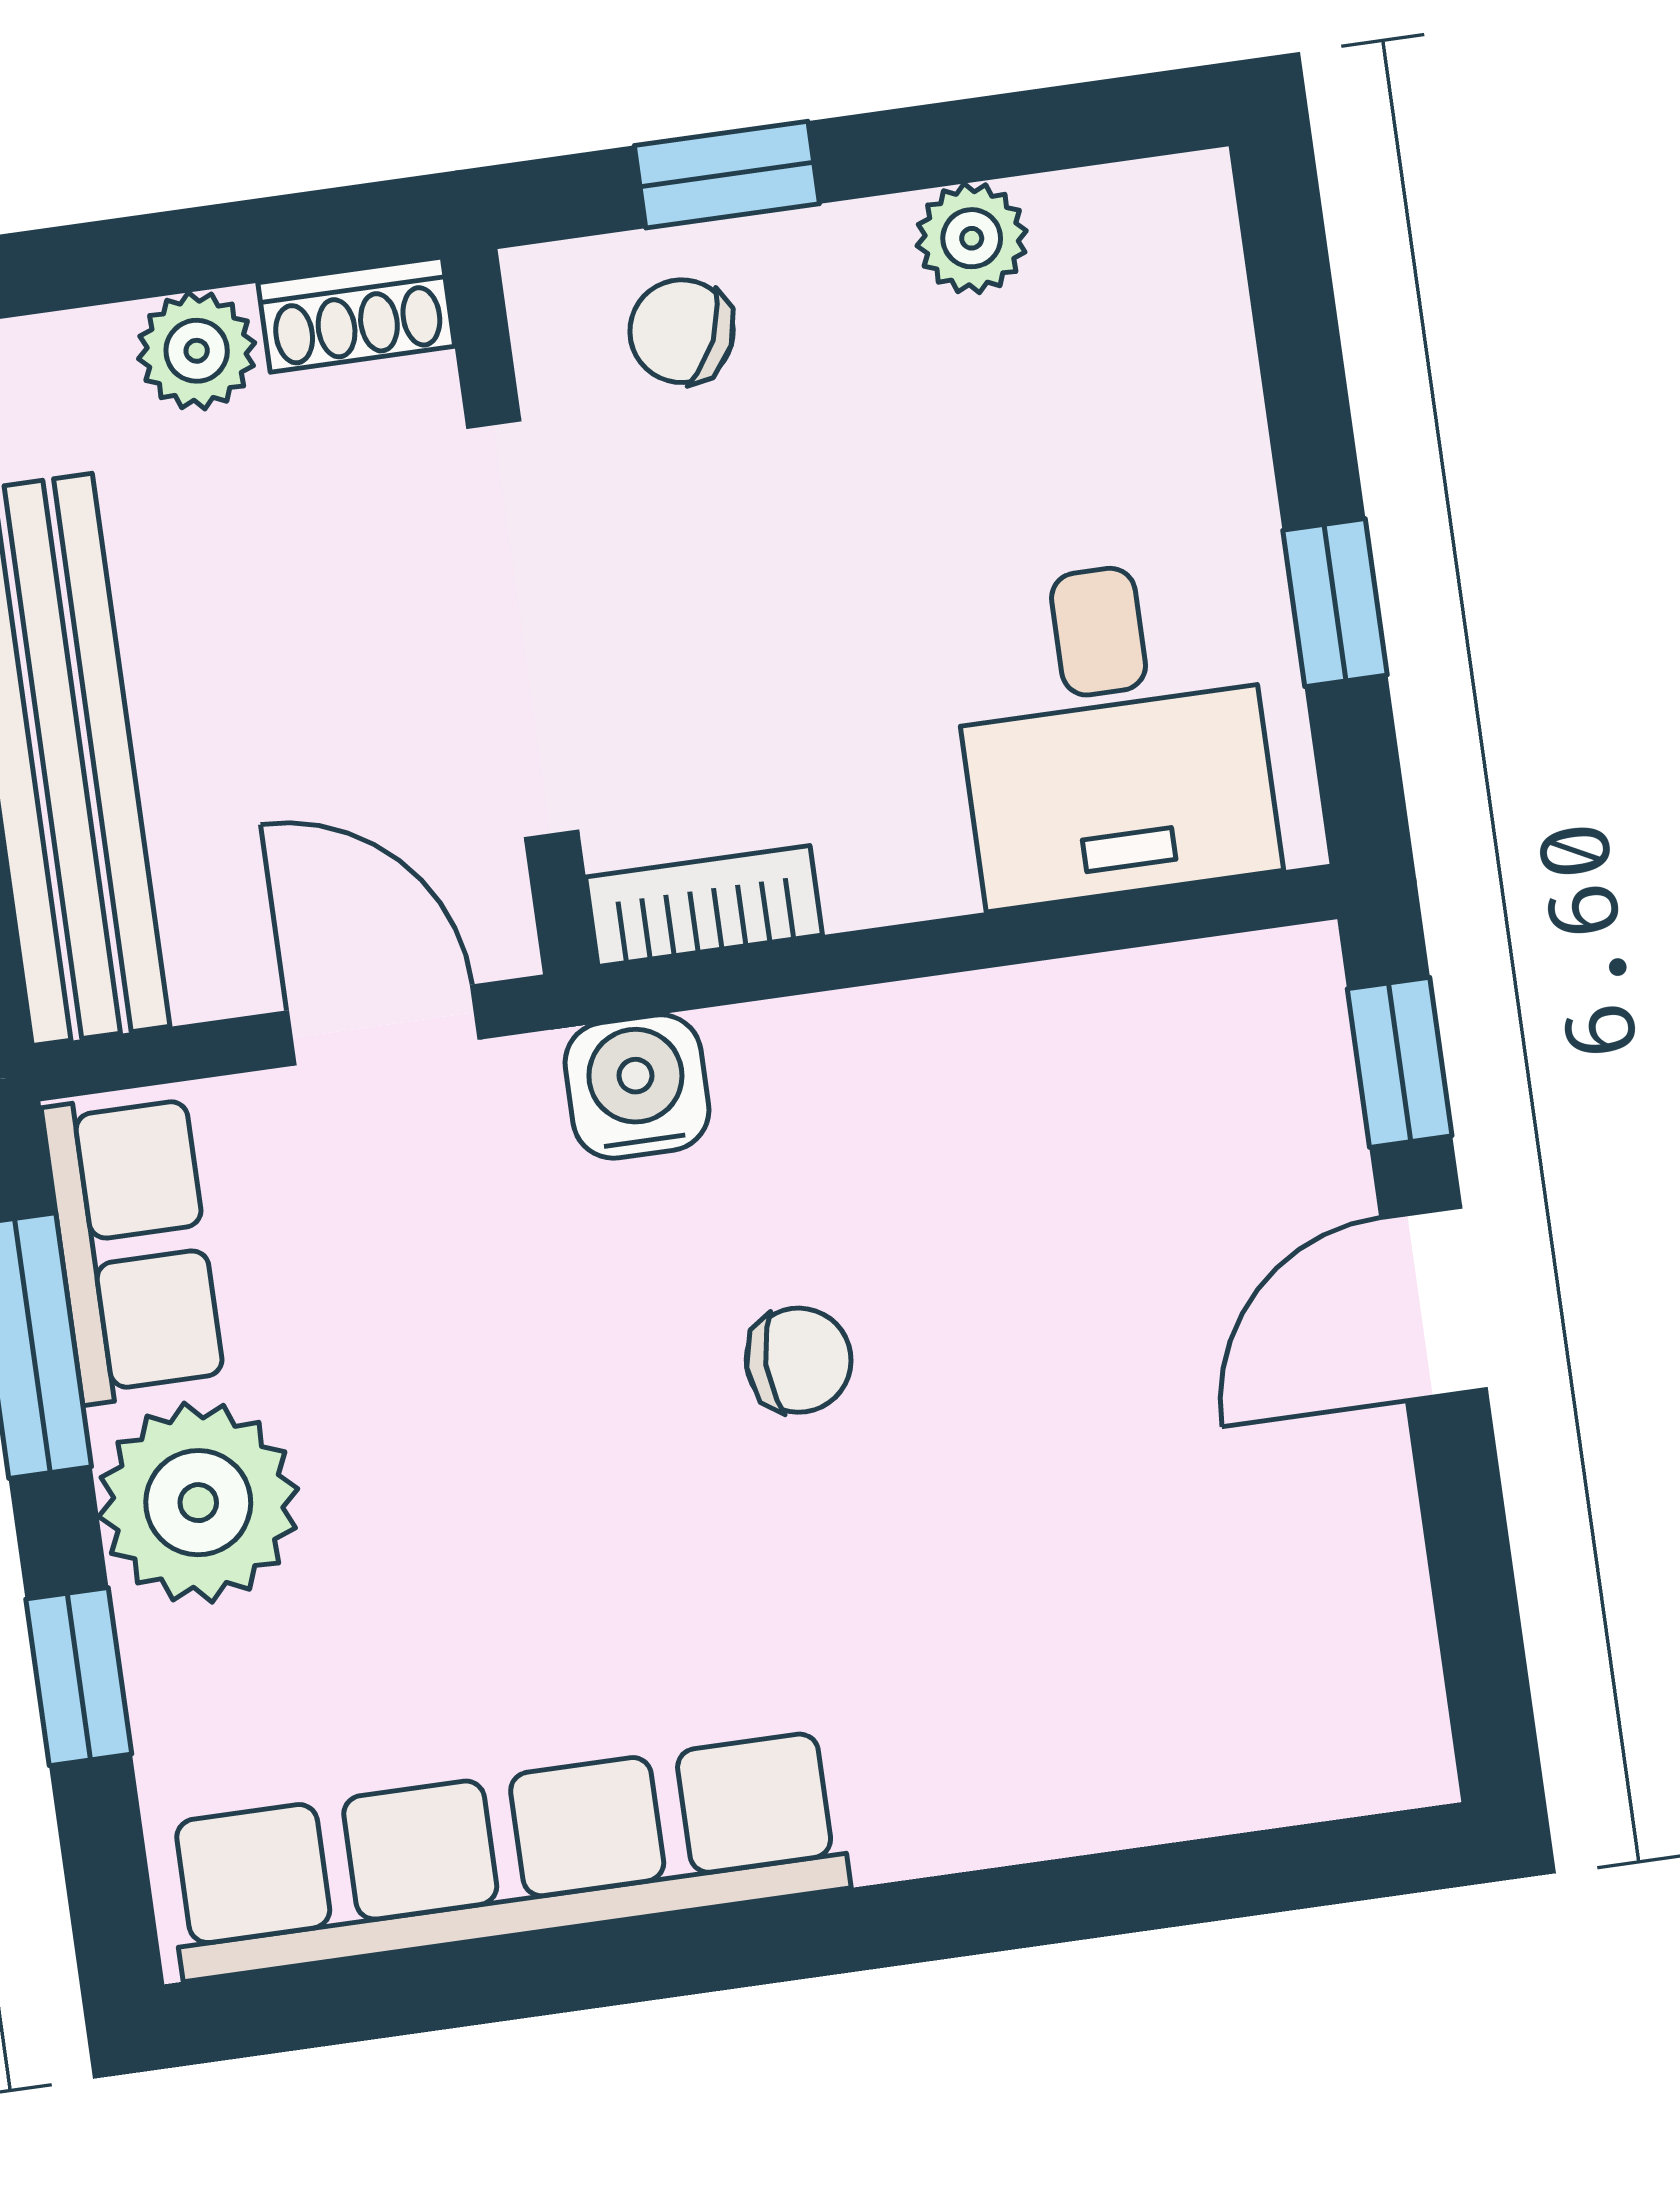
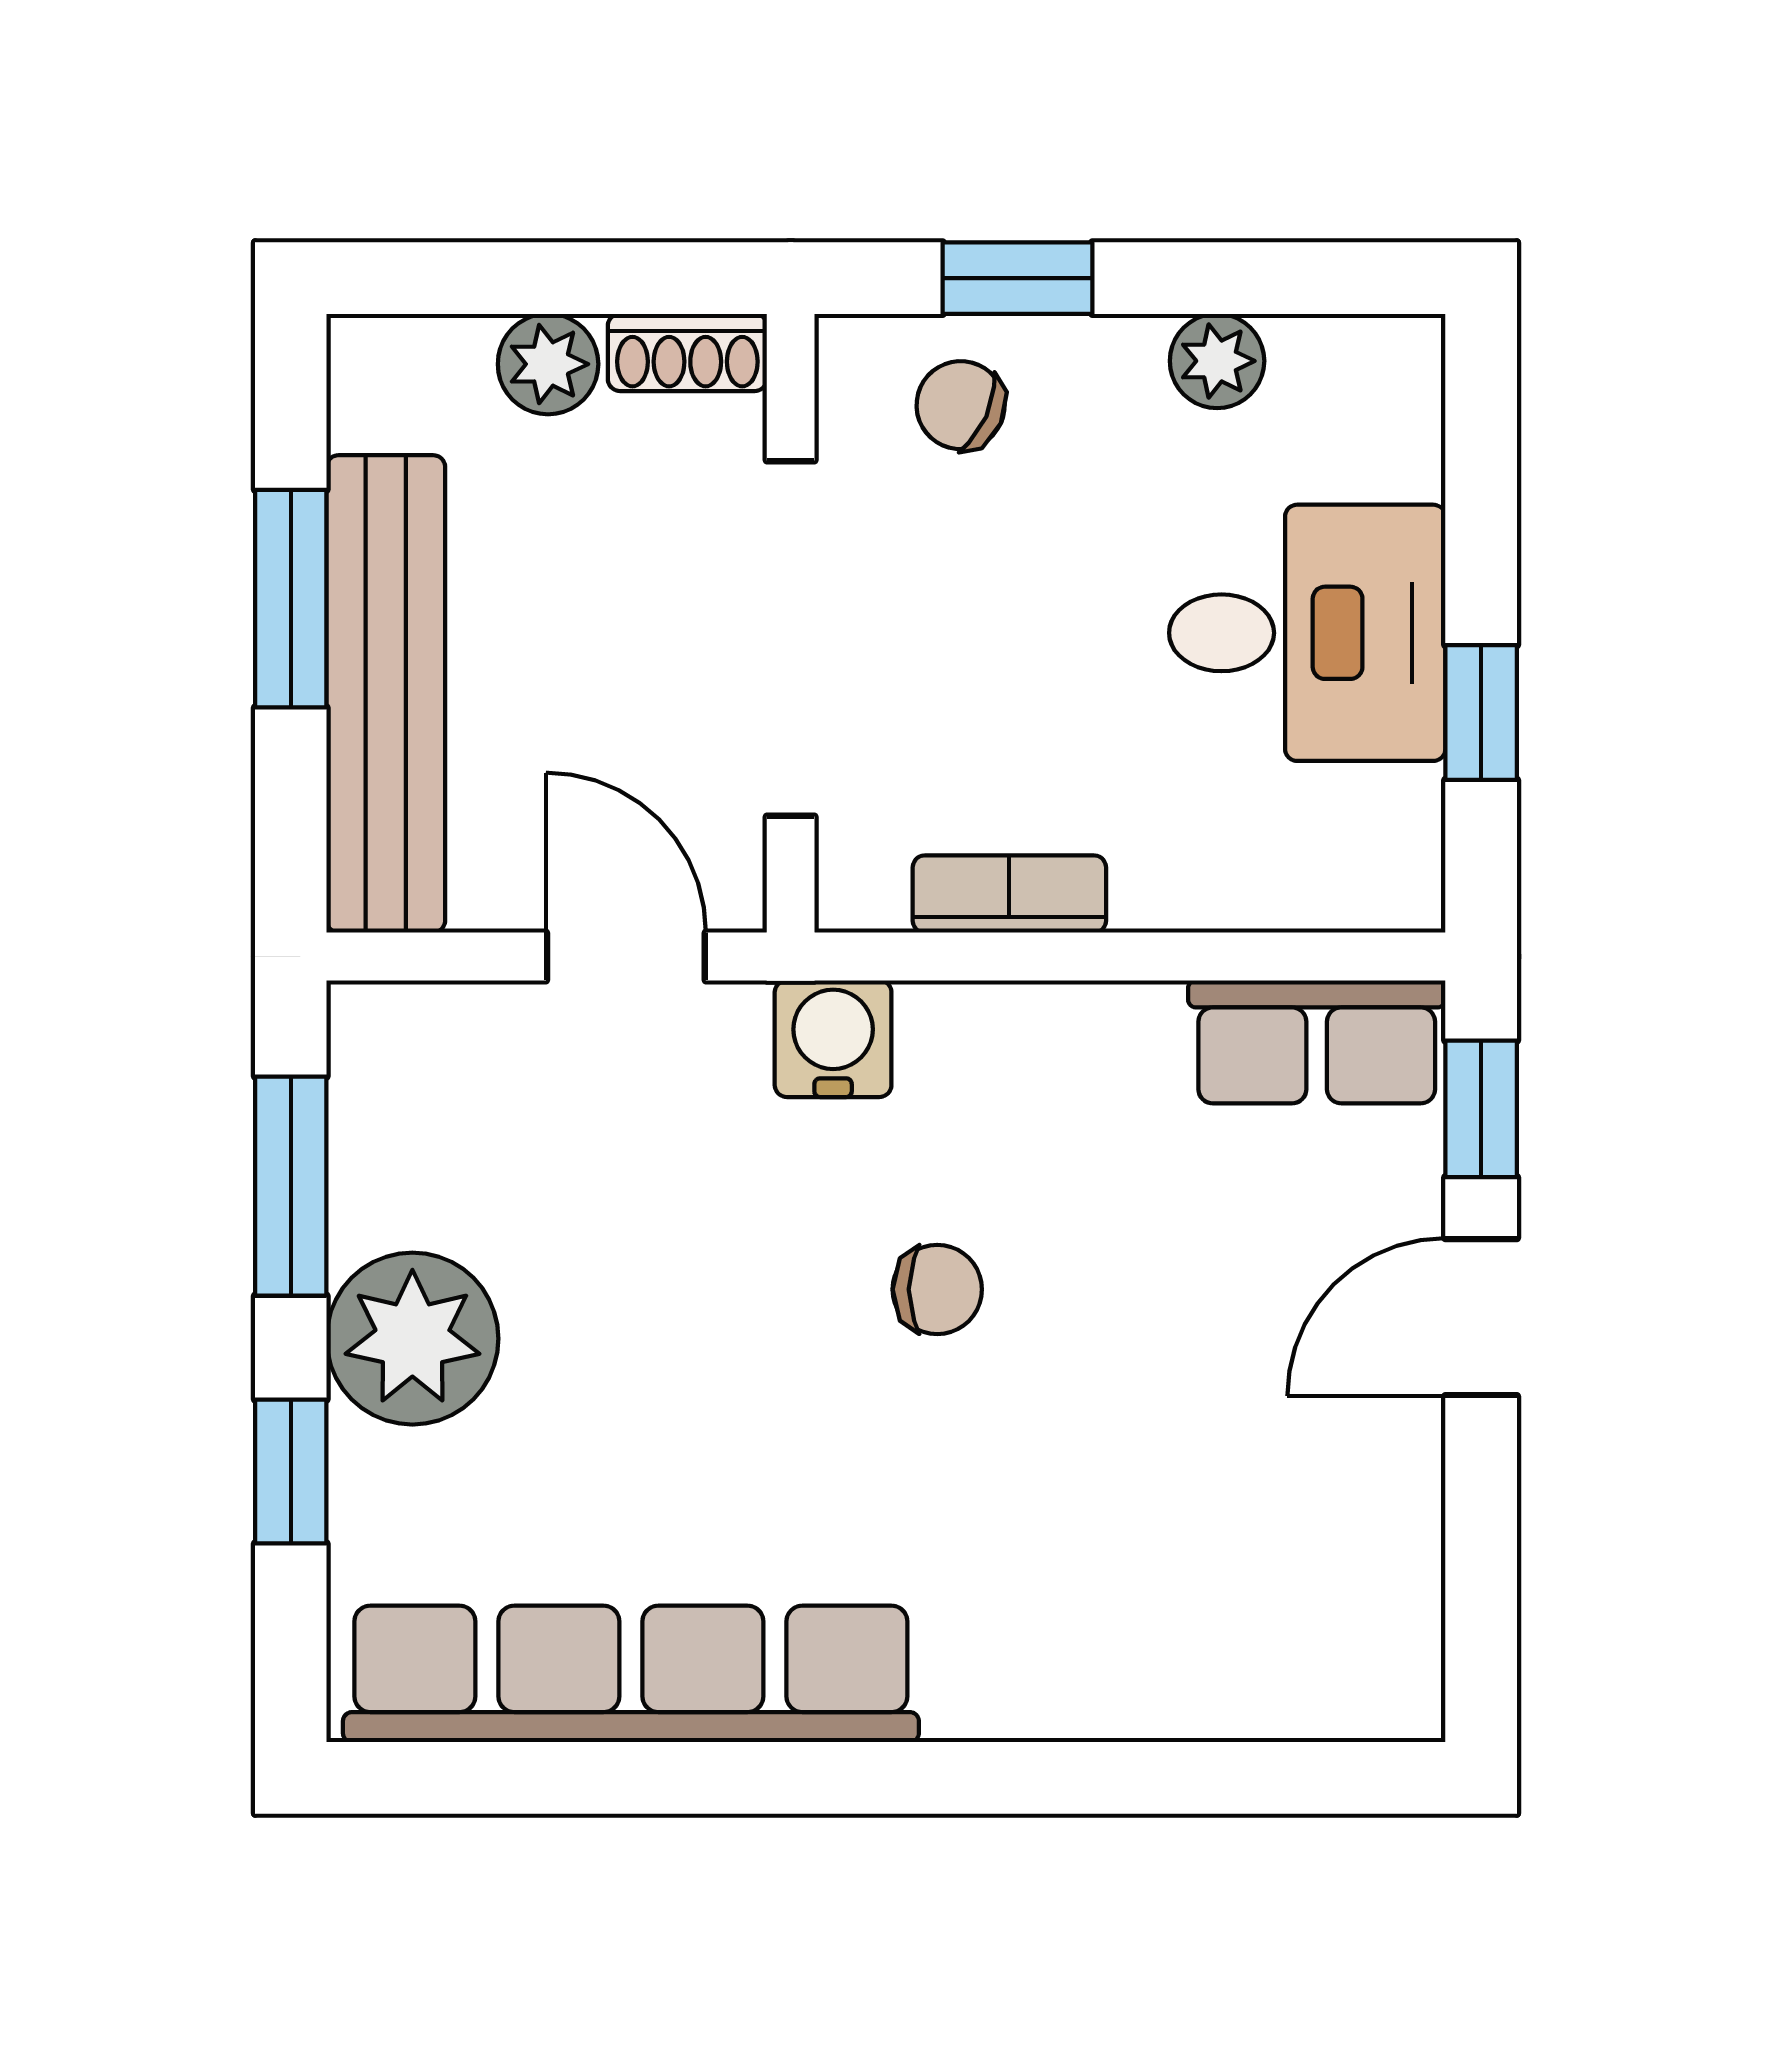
desk: (1112, 731) -> (1307, 633), moved, turned -90
bookcase: (704, 906) -> (1009, 894), moved
row of seats: (133, 1247) -> (1317, 1042), moved, turned 90

